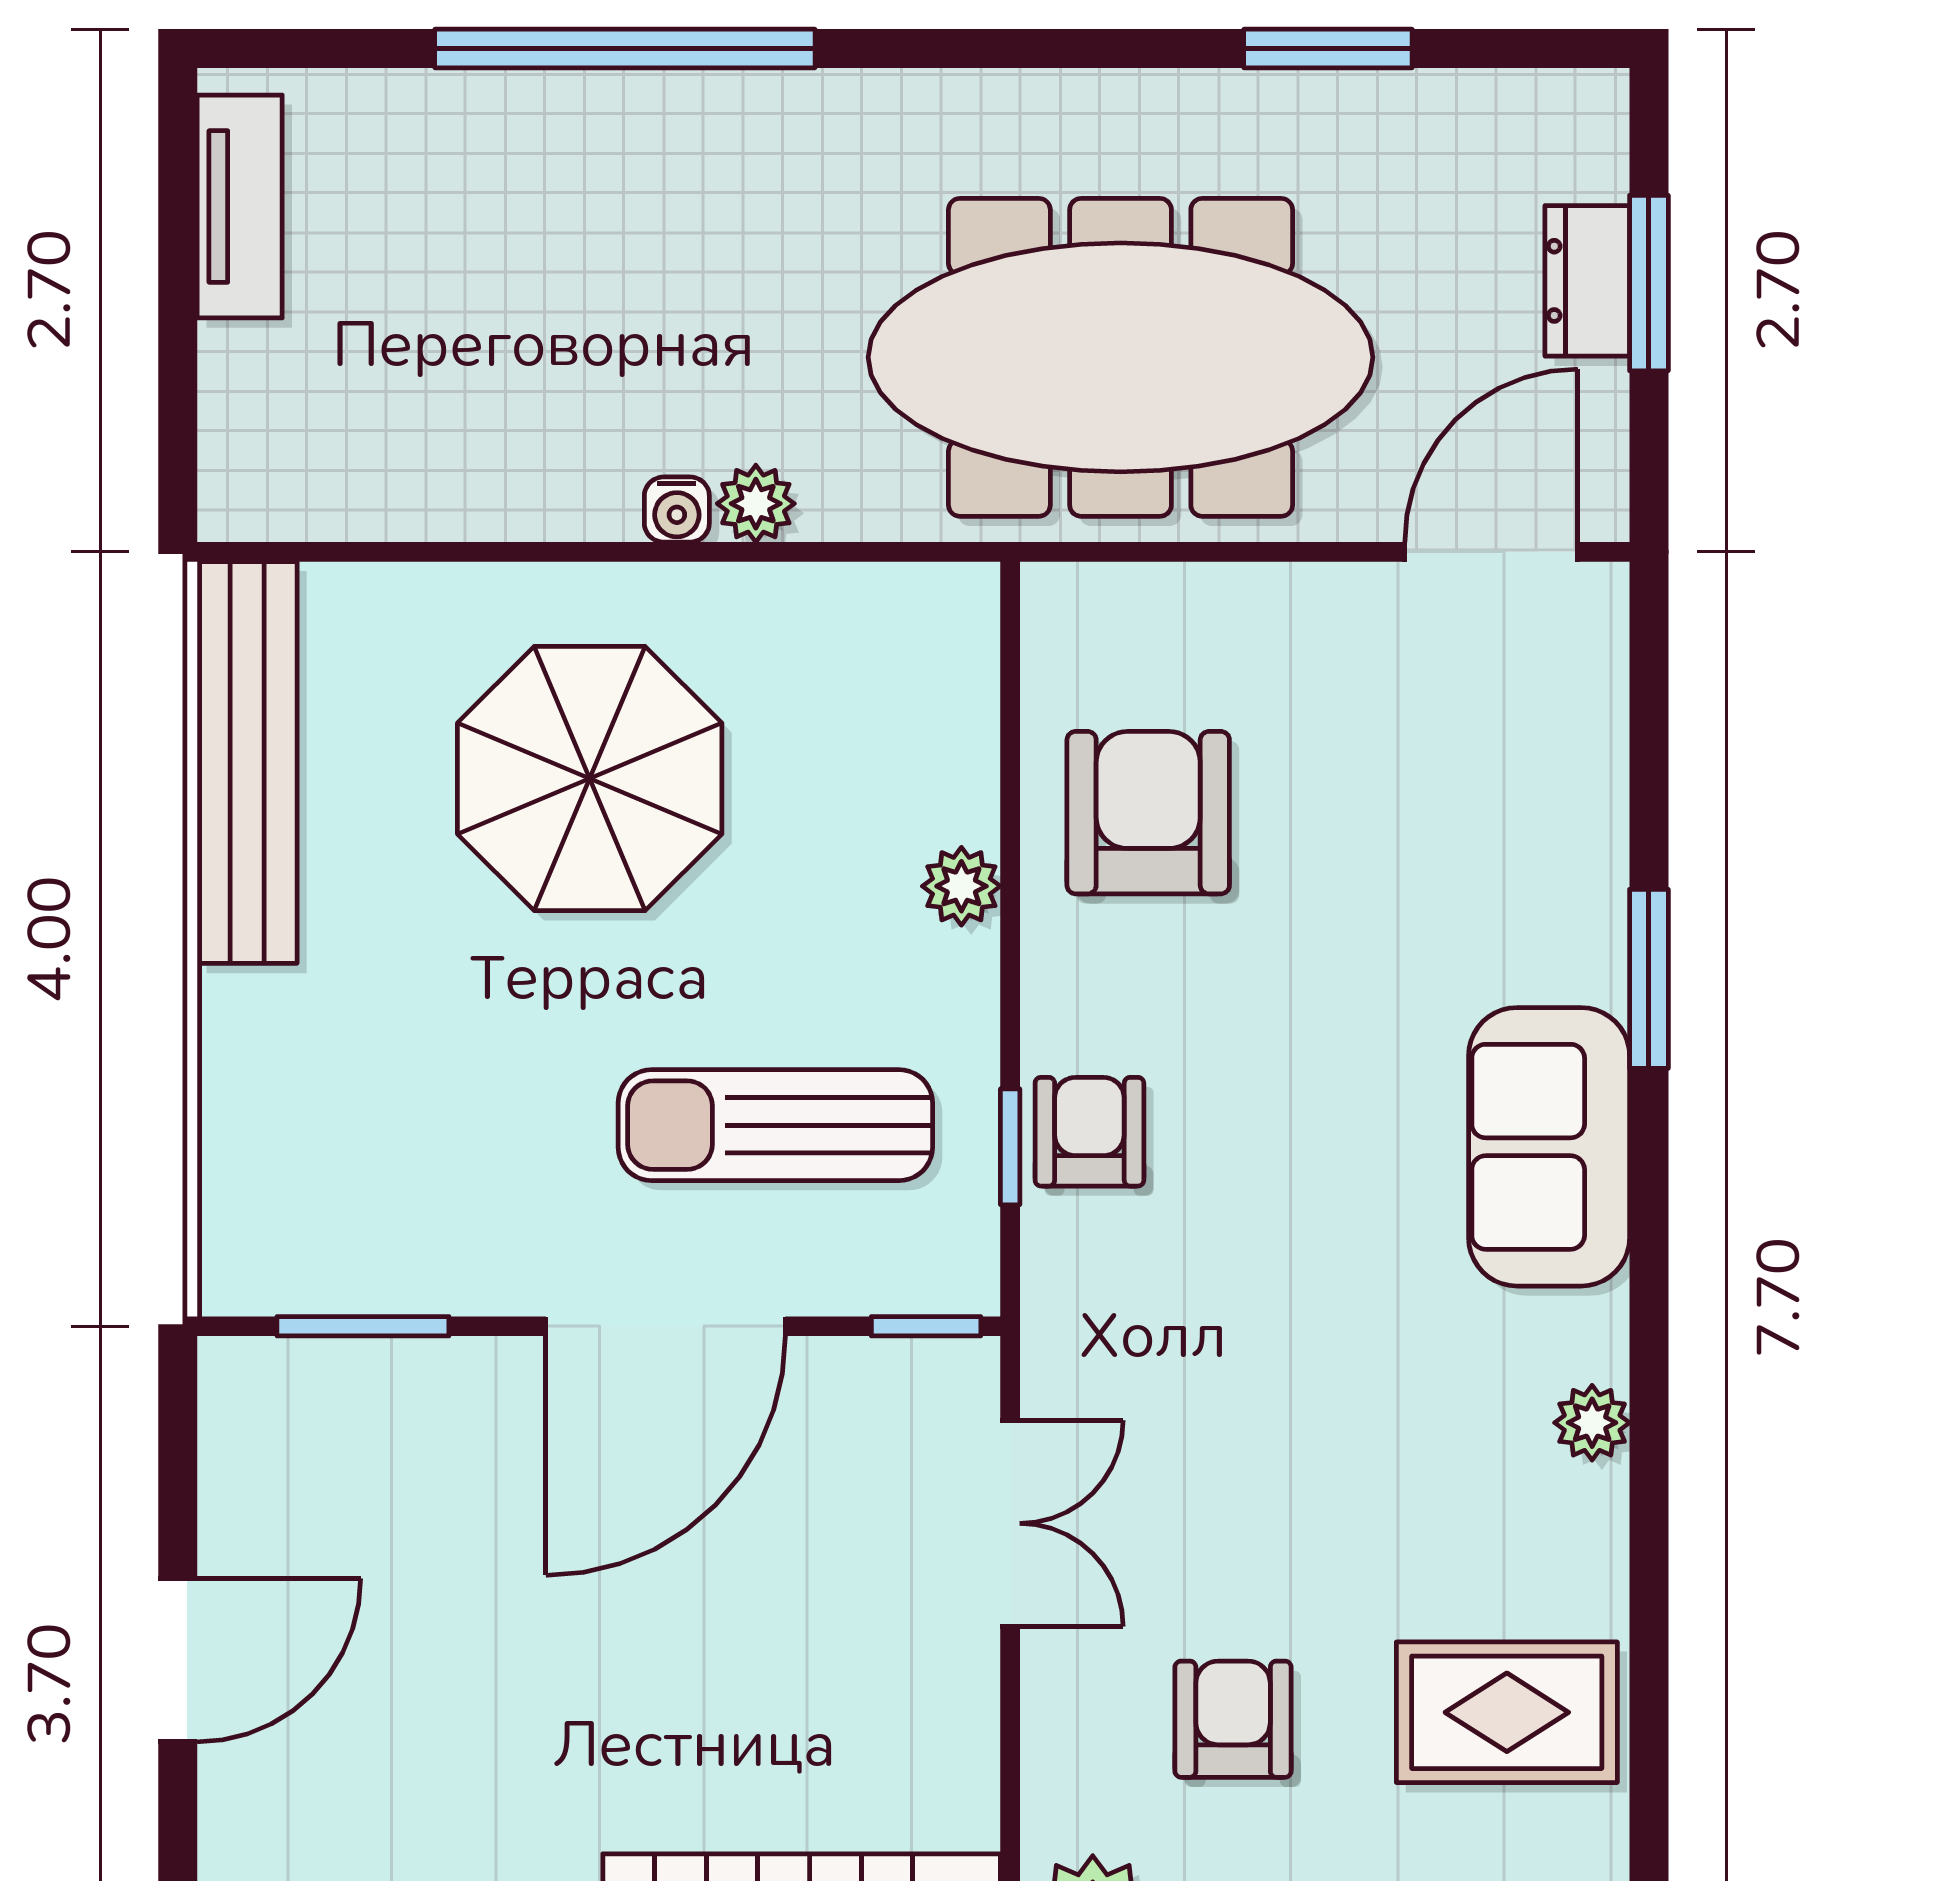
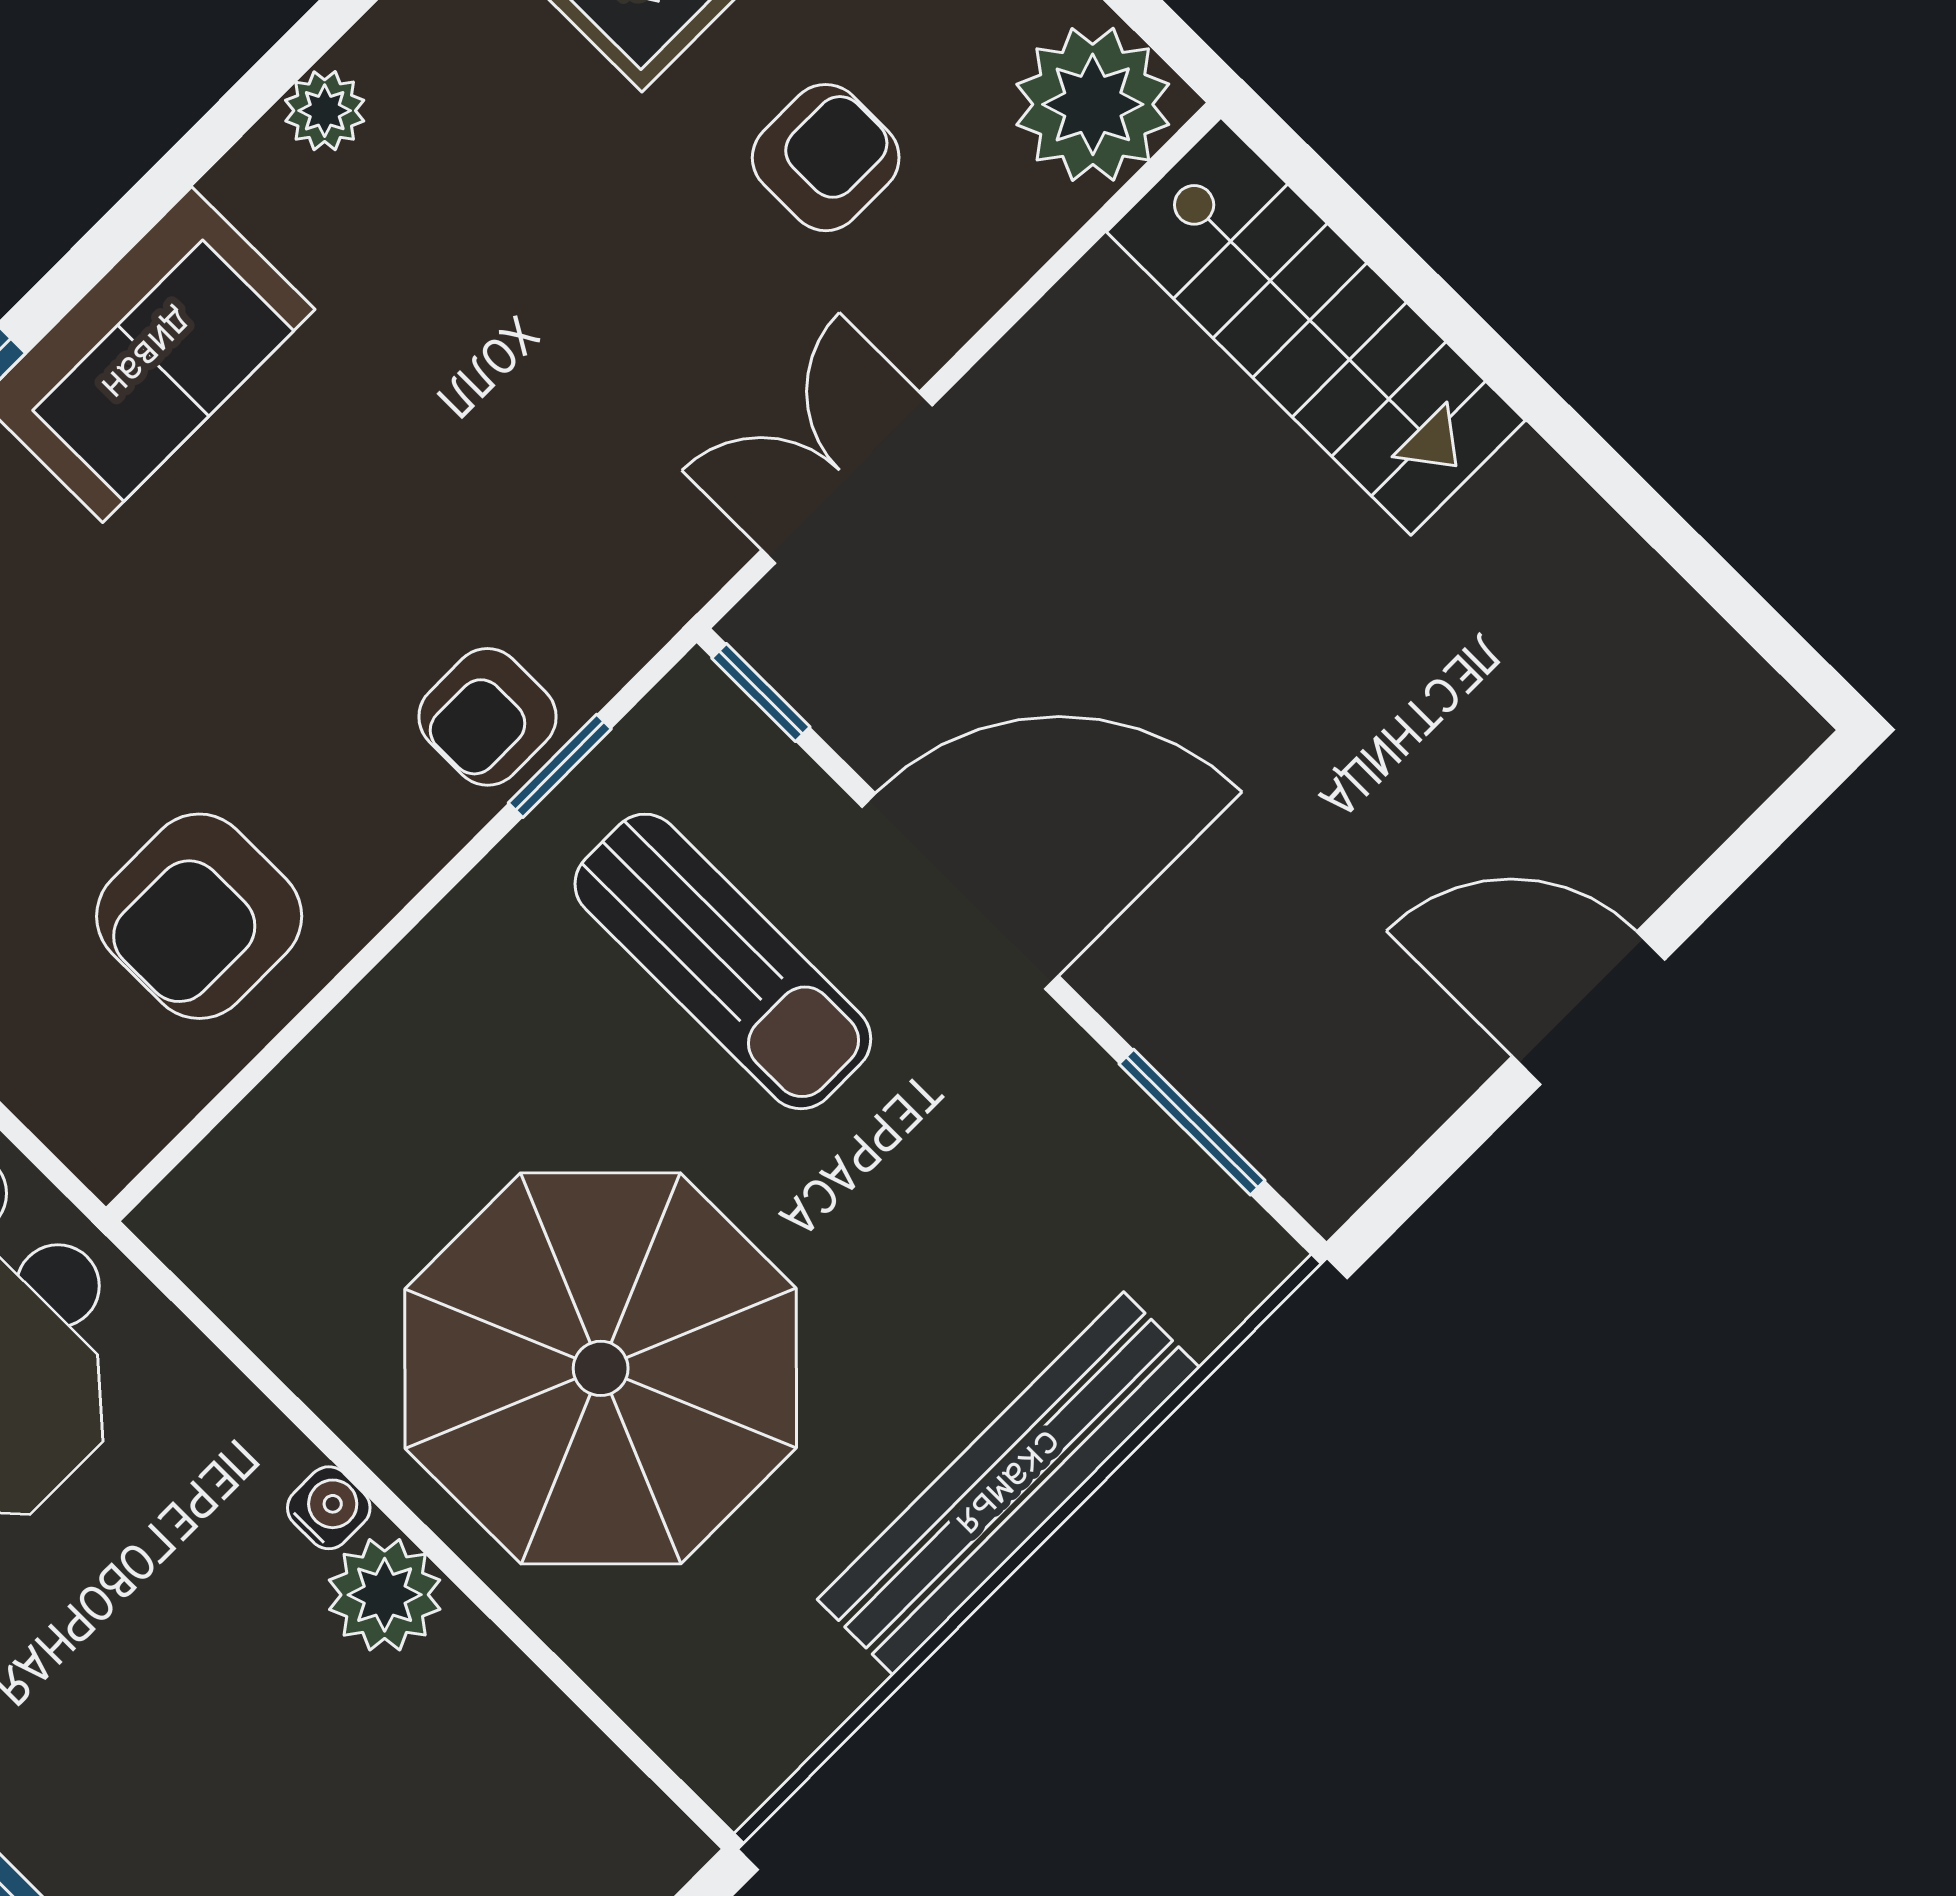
plant: (756, 504) -> (385, 1595), moved, width x1.38, depth x1.38
bench: (247, 762) -> (1009, 1484), moved
parasol: (590, 779) -> (601, 1368), width x1.36, depth x1.36
plant: (961, 886) -> (398, 1002), removed
armchair: (1233, 1719) -> (826, 158), turned 180

